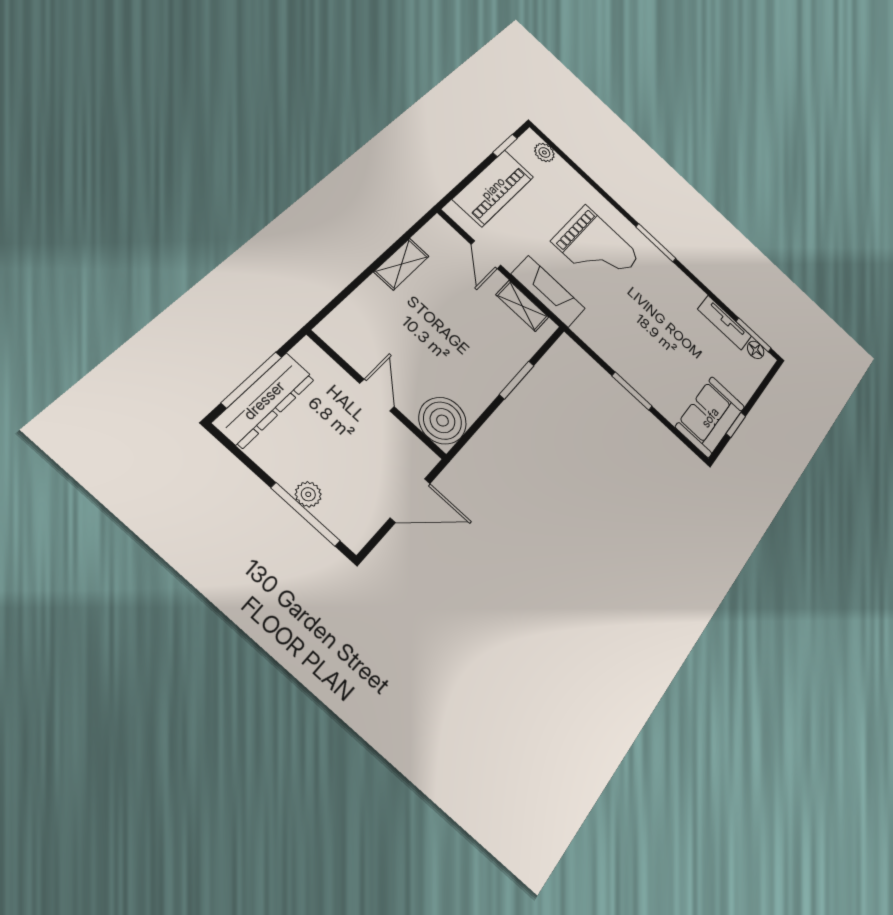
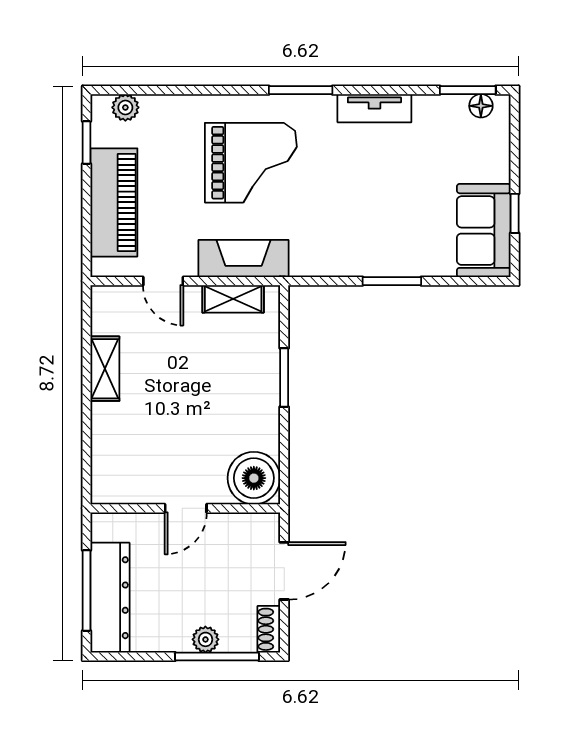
tv unit: (725, 323) -> (374, 108), moved
door: (377, 395) -> (186, 508), swing flipped
shoe rack: (363, 531) -> (269, 629), added

